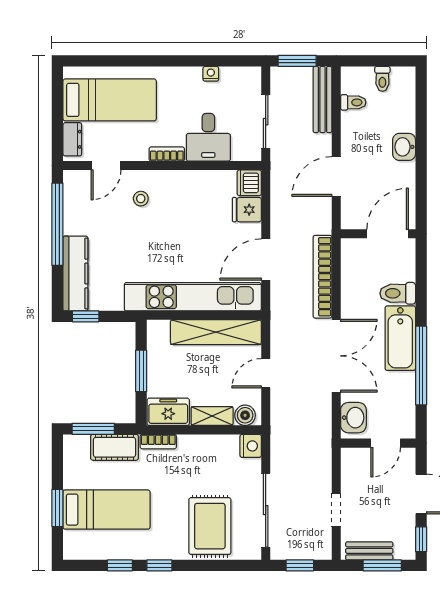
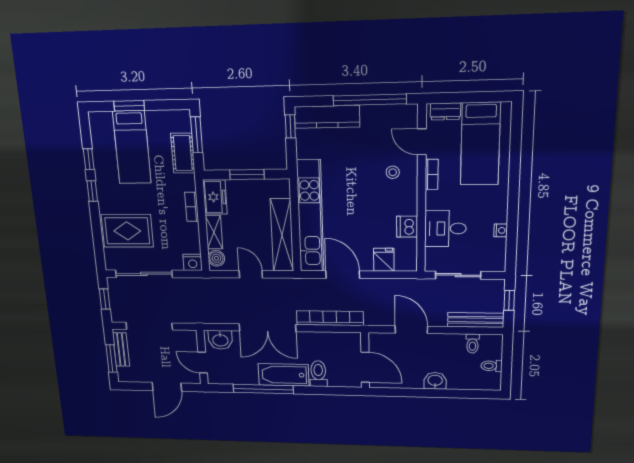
window: (297, 61) -> (509, 300), width x0.67
bookcase: (167, 154) -> (432, 174), moved
dishwasher: (249, 183) -> (407, 227), moved, turned -90
bookcase: (158, 442) -> (192, 207), moved
doorway: (336, 510) -> (149, 326), width x1.88
window: (421, 539) -> (134, 386), removed

